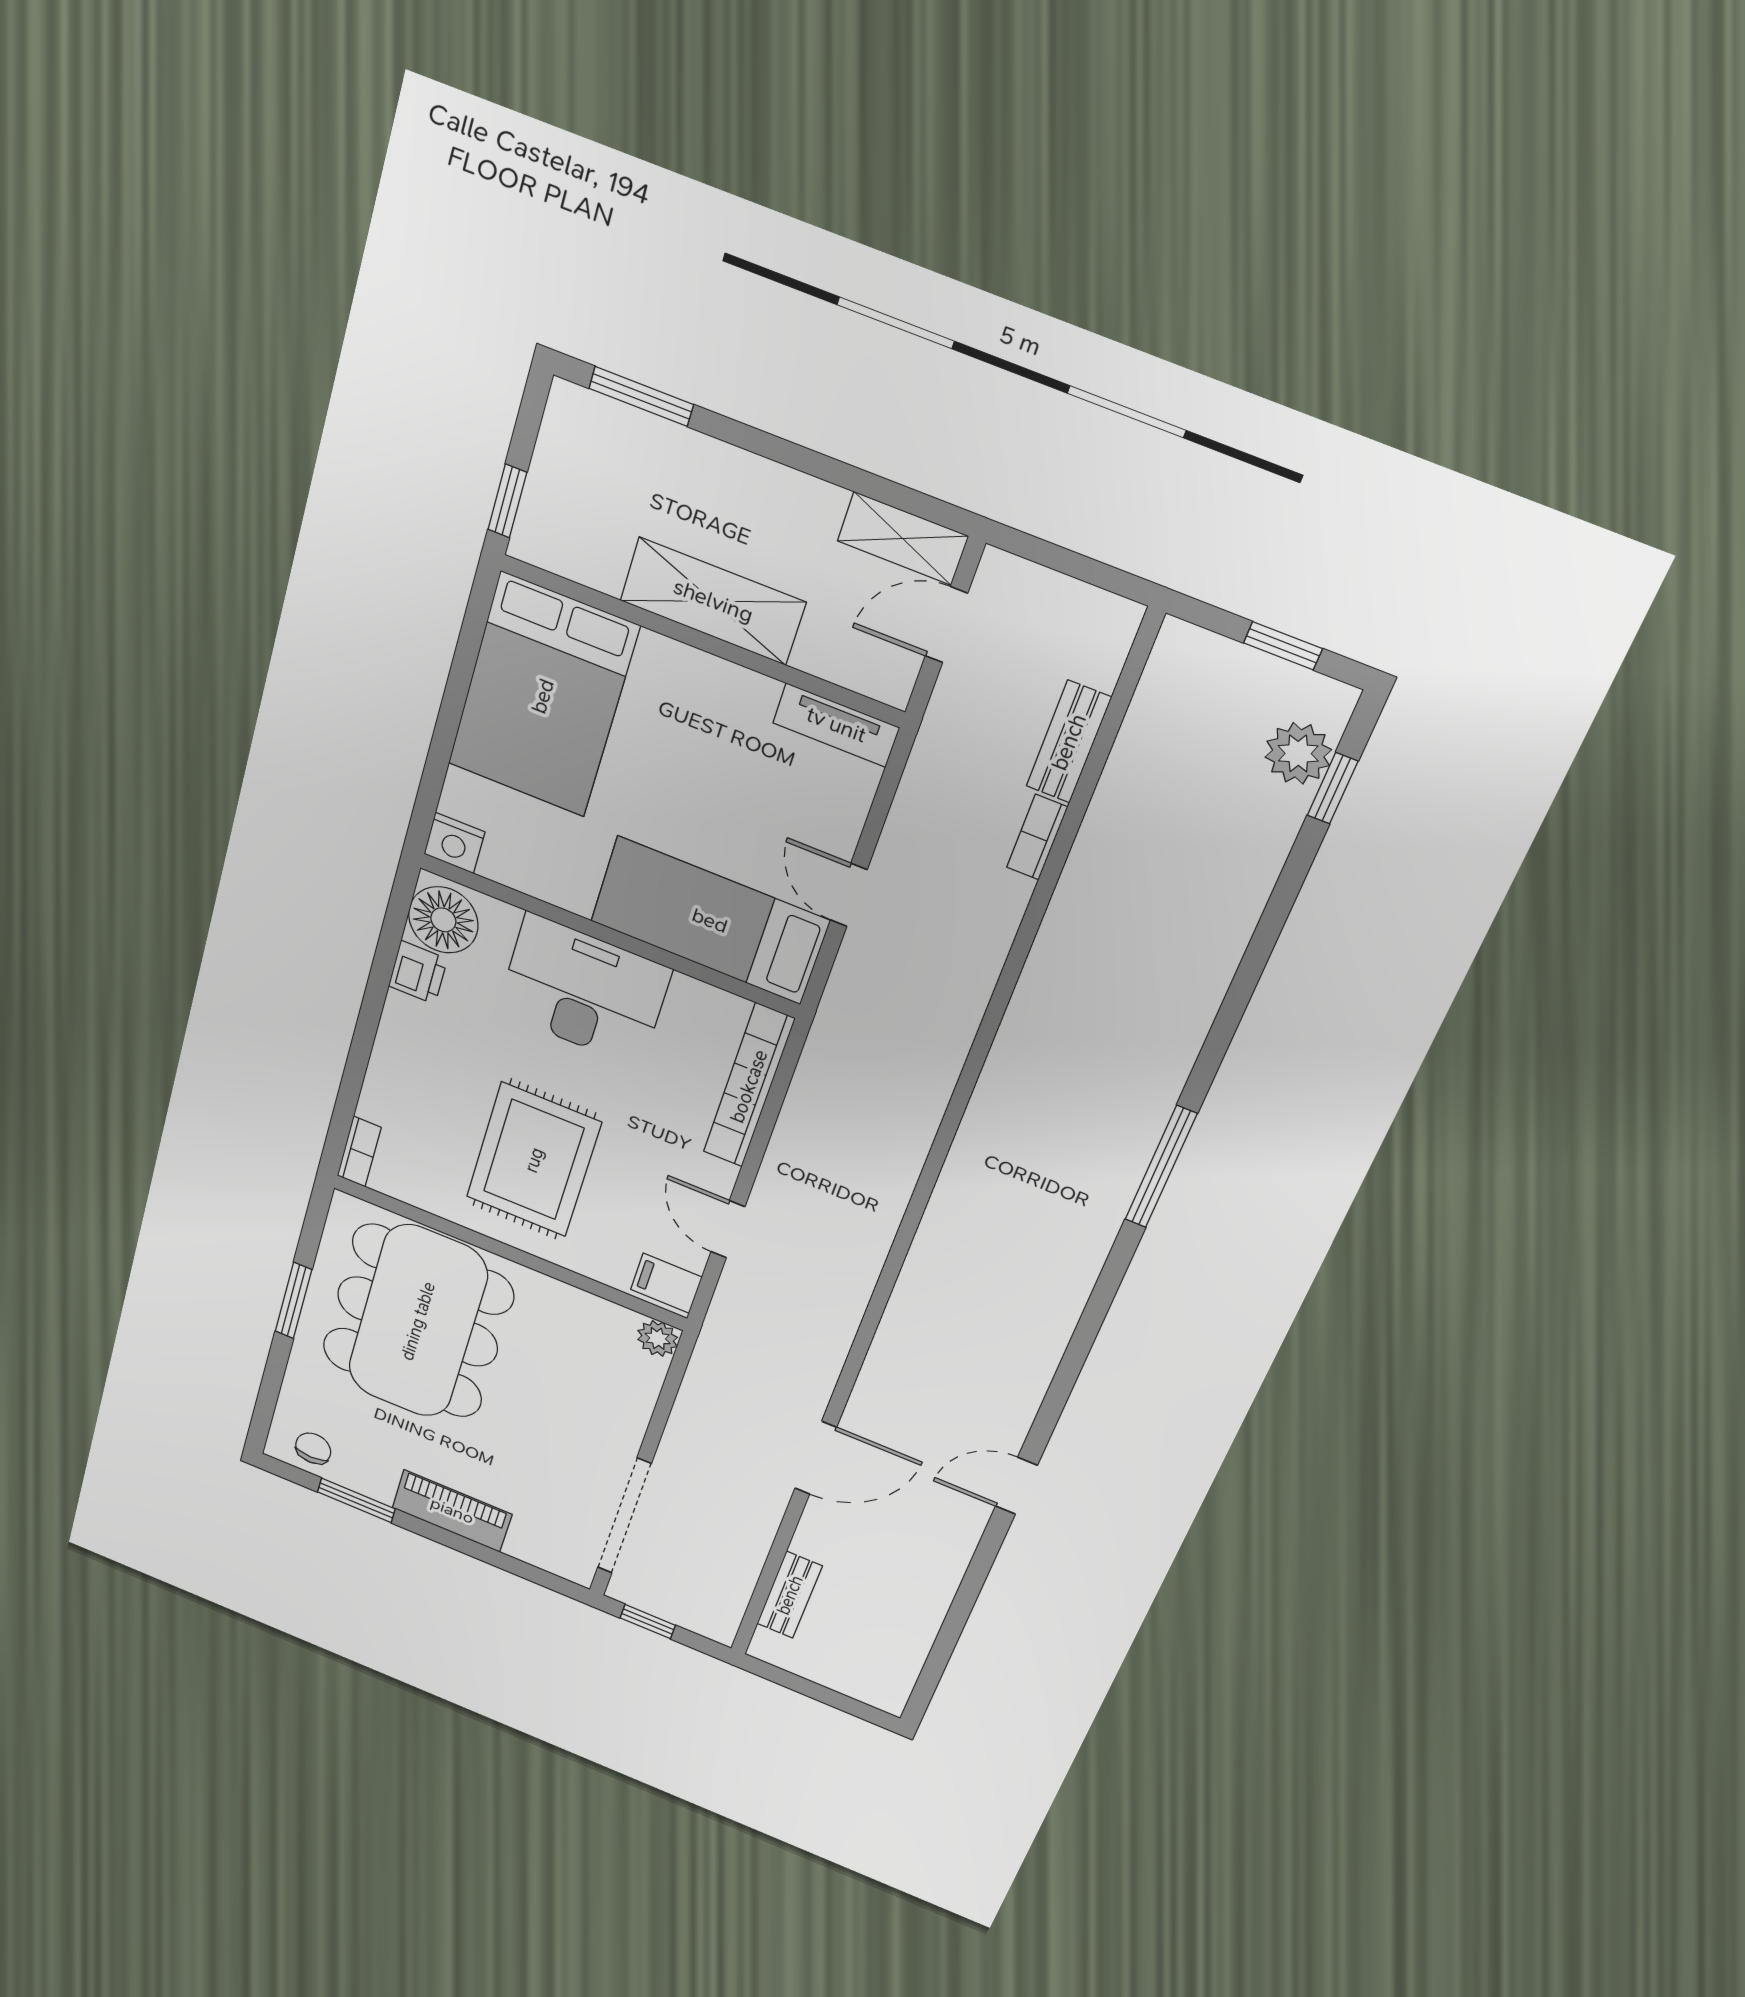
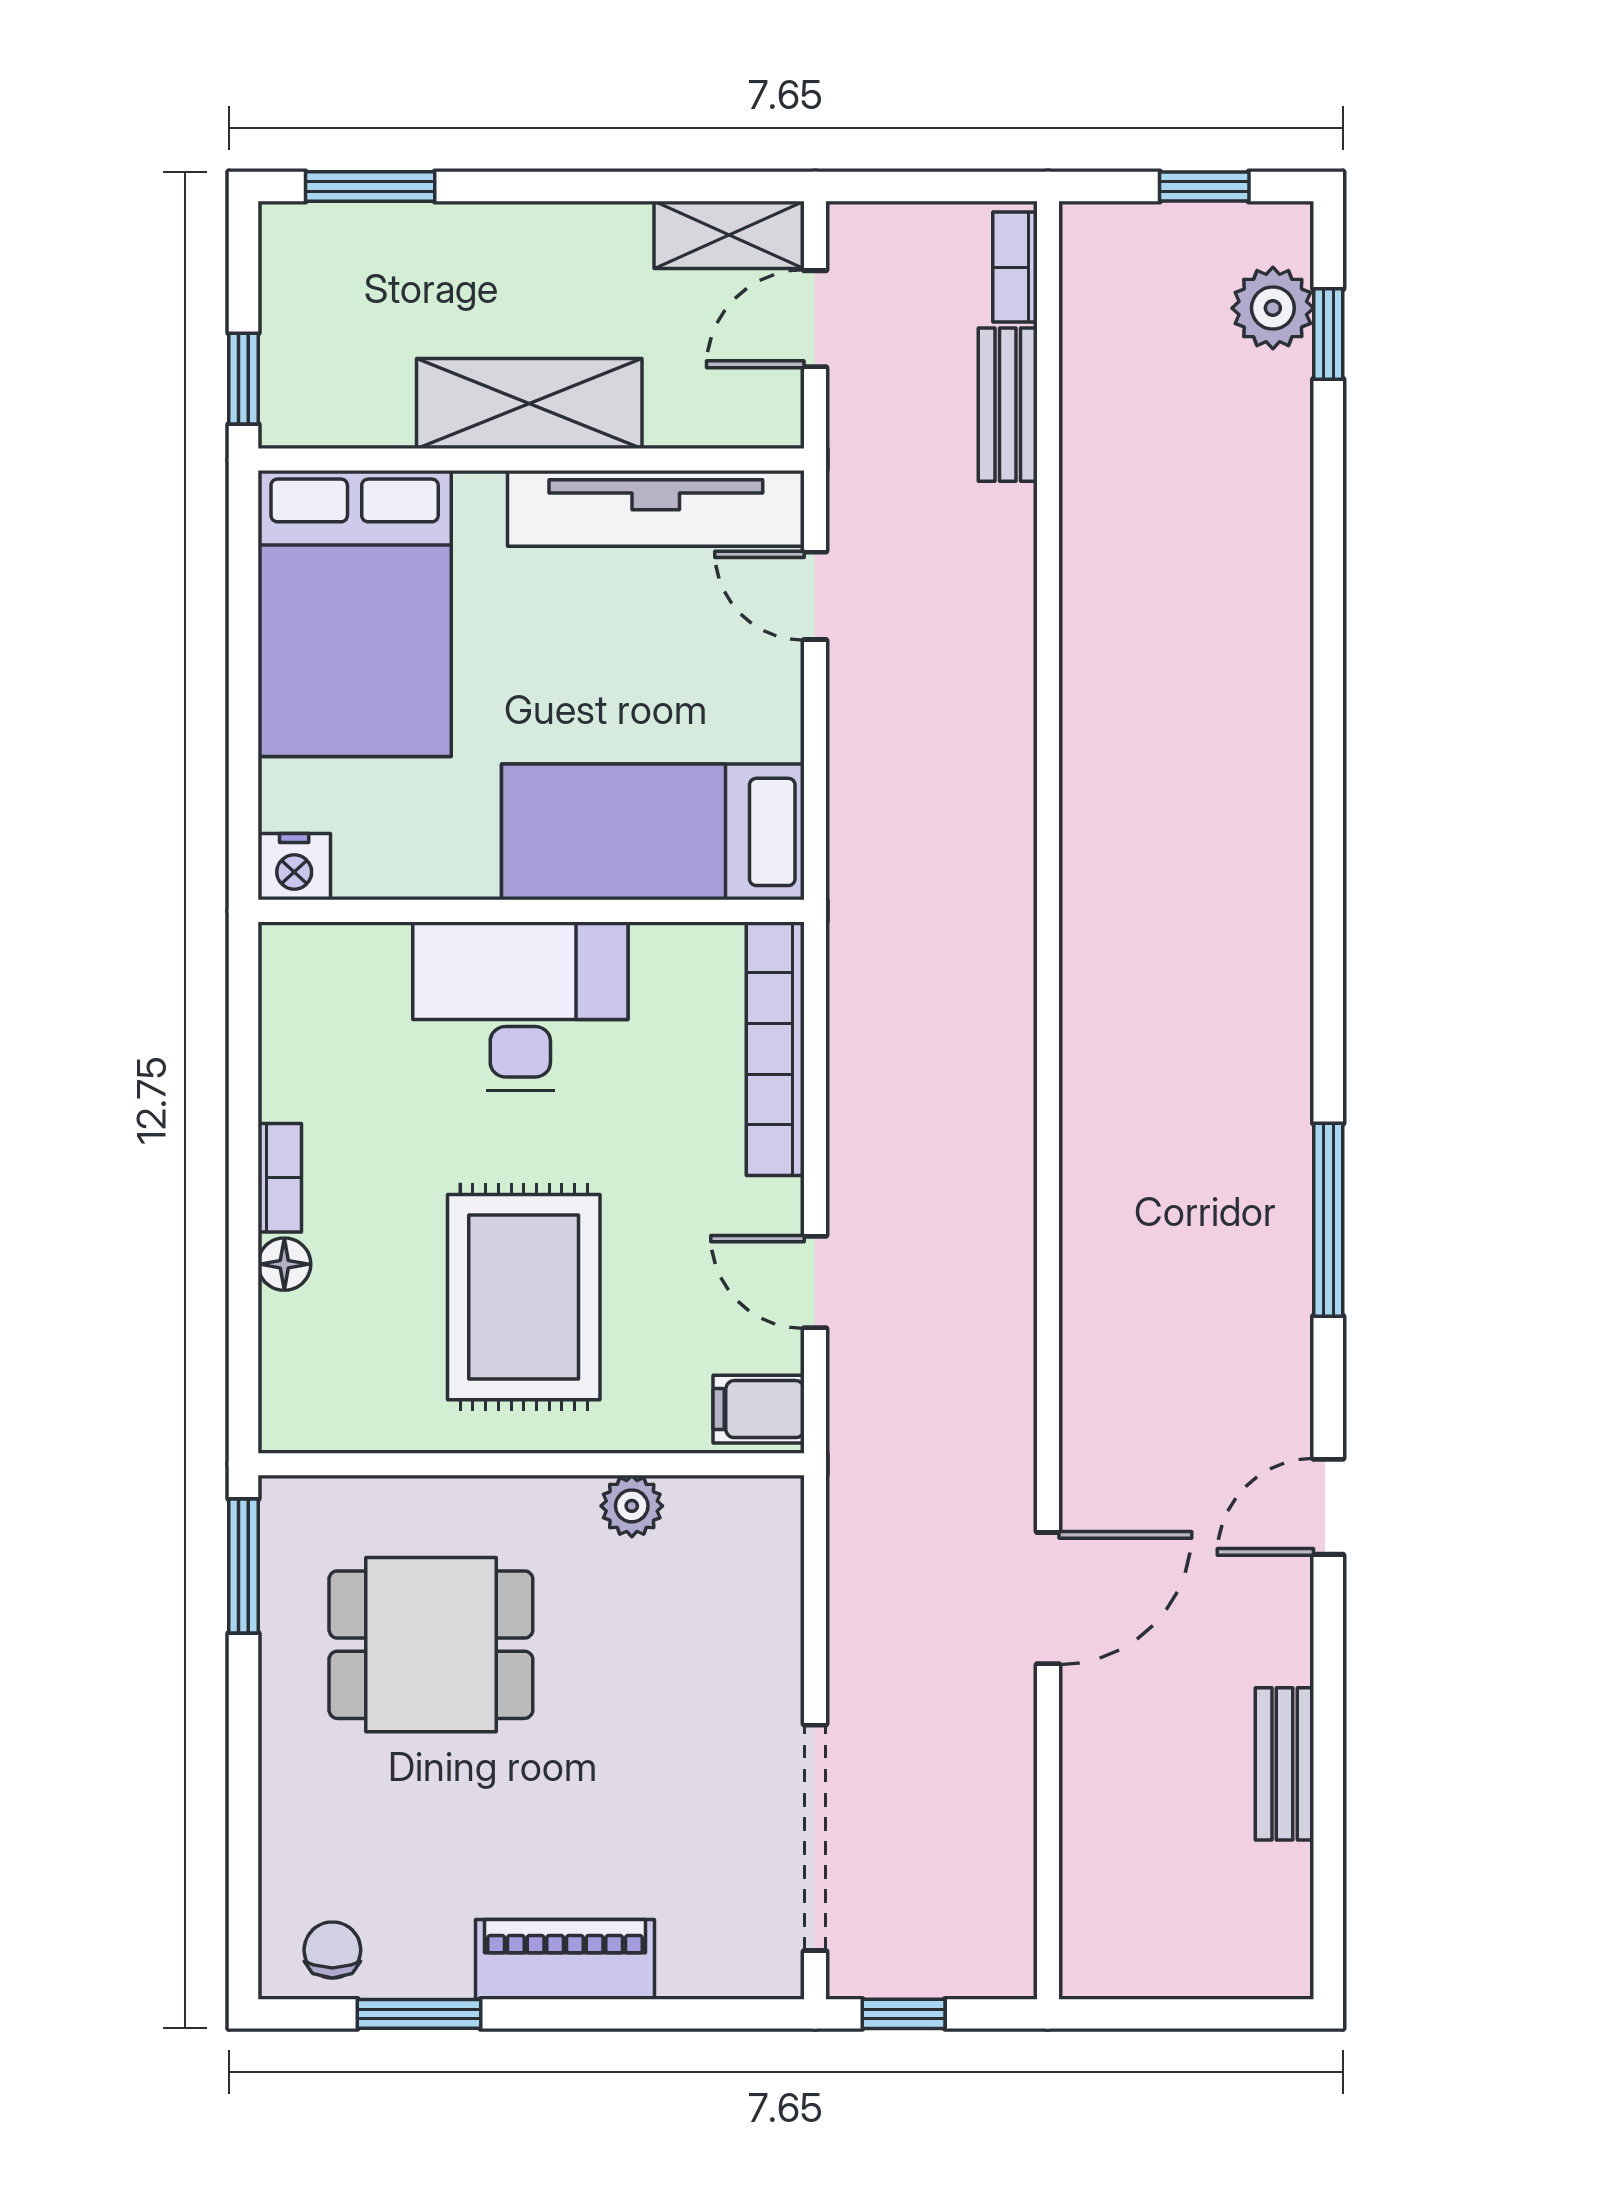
tv unit: (836, 725) -> (656, 508), width x1.92, depth x1.29
bookcase: (1037, 837) -> (1015, 267), moved
door: (849, 895) -> (815, 596), moved
floor lamp: (443, 920) -> (284, 1264), moved, width x0.53, depth x0.53
printer: (418, 972) -> (293, 1079), removed
bookcase: (359, 1152) -> (280, 1178), moved
window: (1161, 1167) -> (1328, 1220), moved
window: (293, 1301) -> (243, 1566), moved
dining table: (418, 1321) -> (431, 1645), width x0.53, depth x0.80
plant: (658, 1338) -> (632, 1506), moved
bench: (790, 1595) -> (1285, 1764), moved

